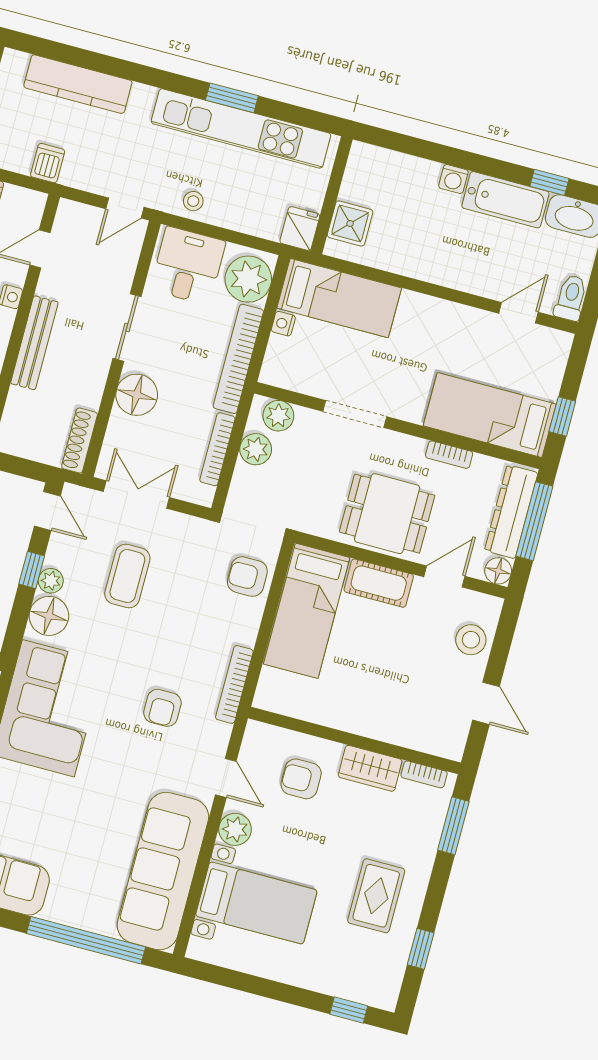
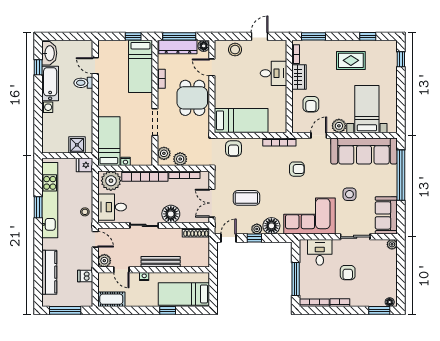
plant: (71, 216) -> (104, 261), added
toilet: (571, 298) -> (83, 83), moved
cot: (379, 583) -> (222, 94), removed
desk: (394, 713) -> (274, 73), added
side table: (74, 812) -> (349, 194), added

